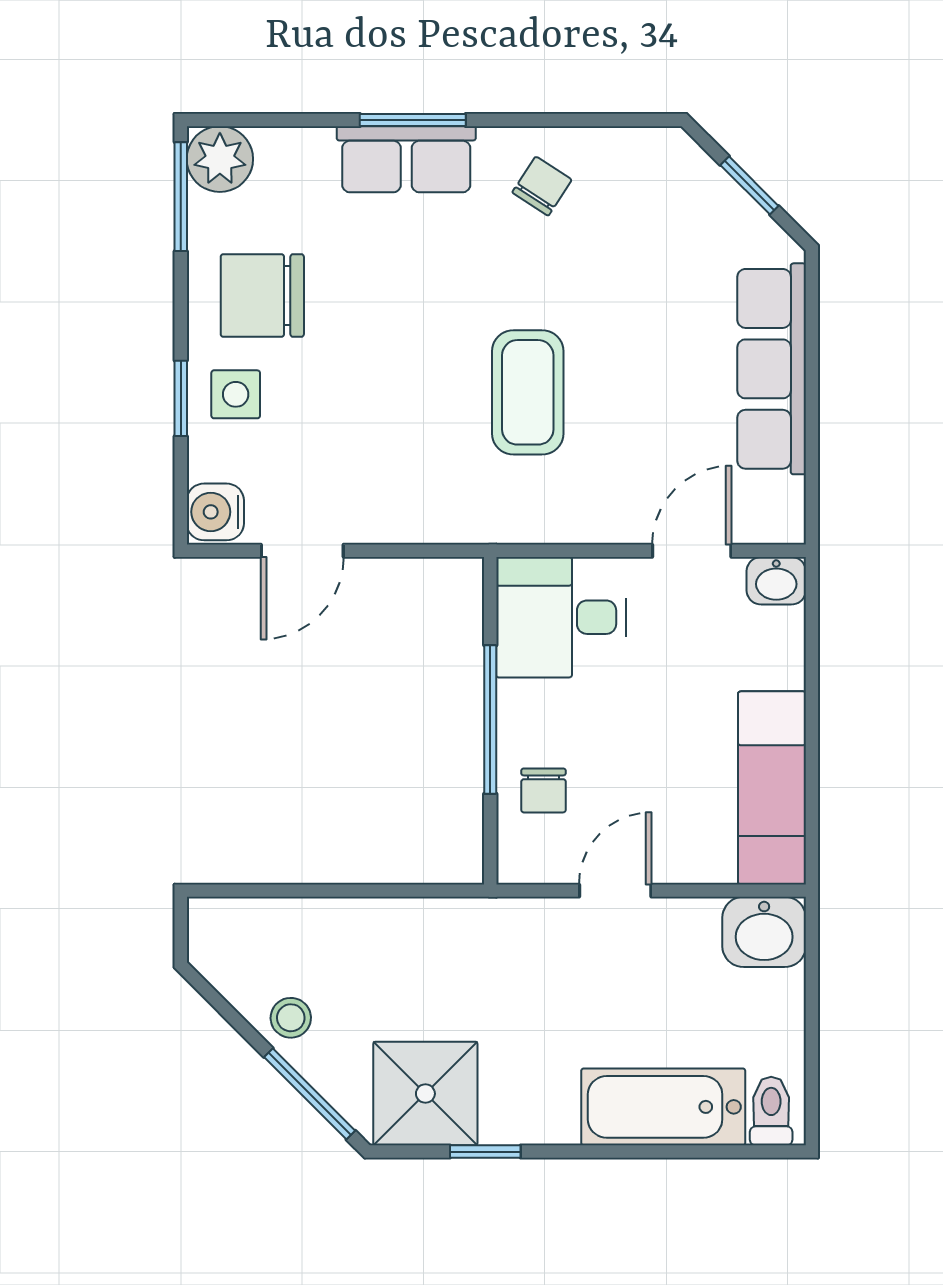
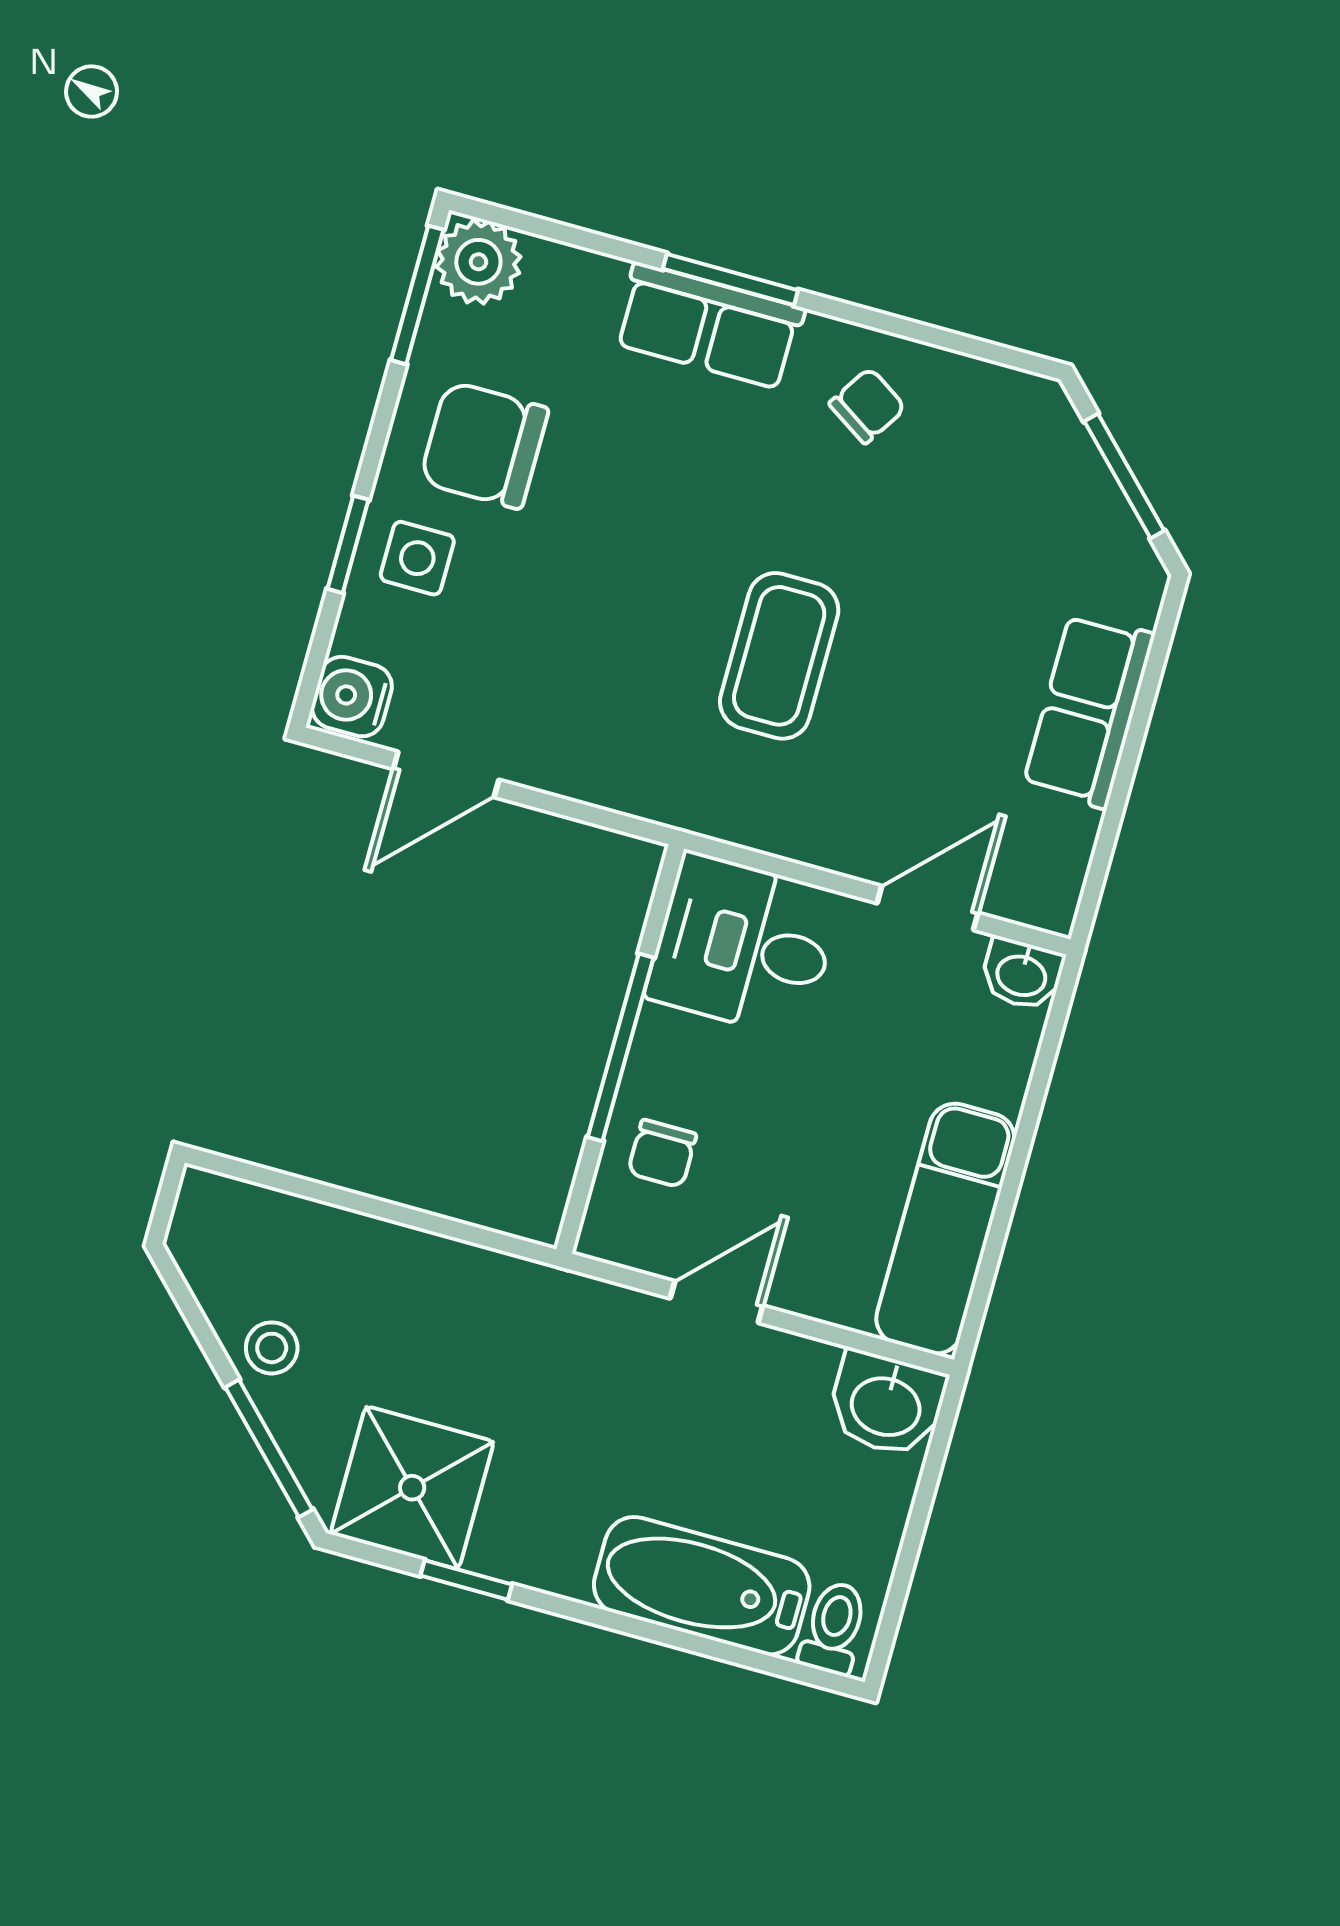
window: (749, 185) -> (1124, 476), width x1.50
row of seats: (772, 369) -> (1089, 710), width x0.68

